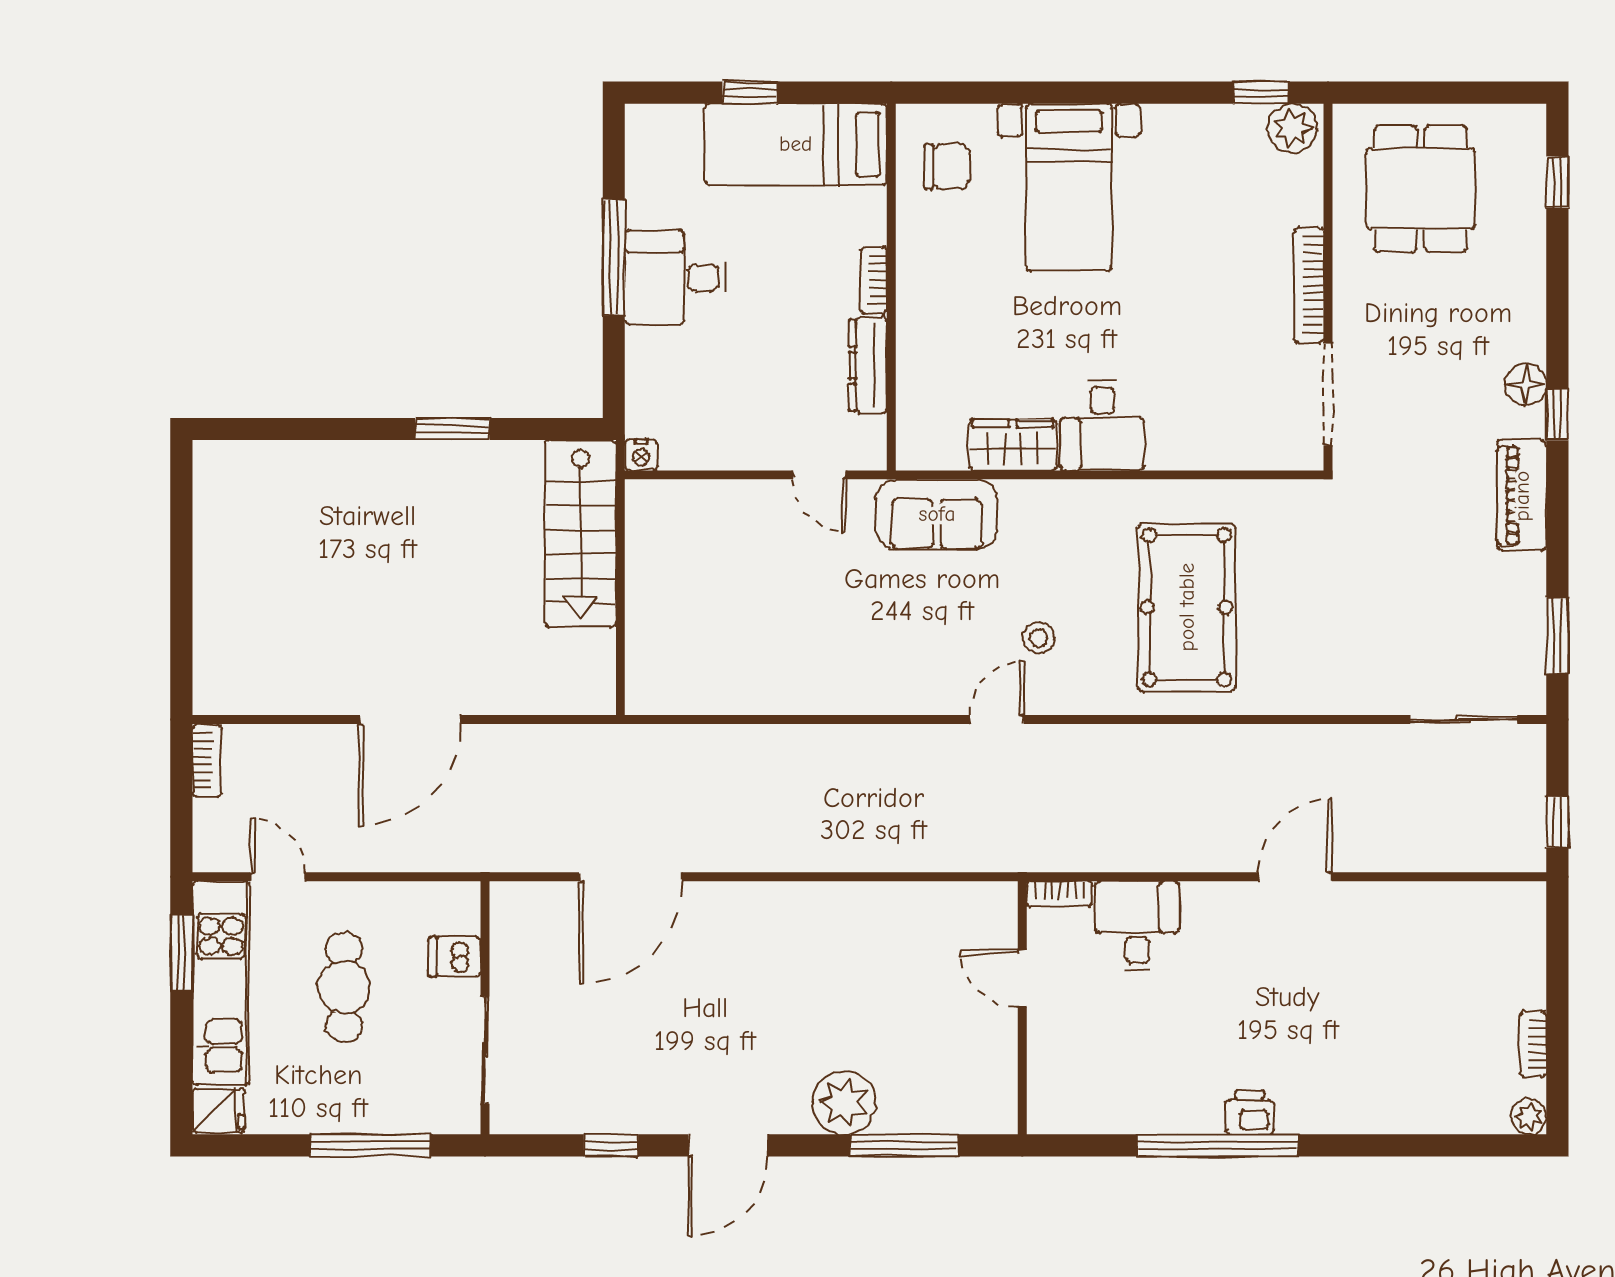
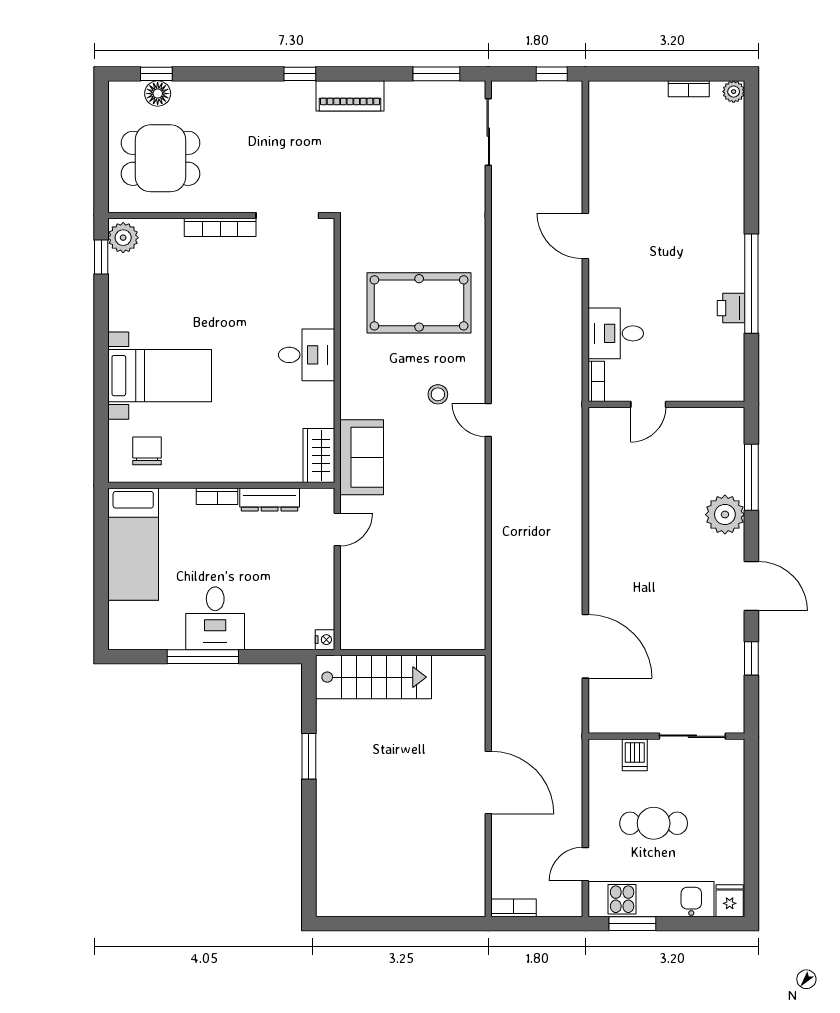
window: (750, 93) -> (101, 572), removed
floor lamp: (1526, 384) -> (158, 94), moved
wardrobe: (1013, 445) -> (319, 455), moved
printer: (1250, 1113) -> (731, 308), moved
window: (371, 1145) -> (751, 807), removed

